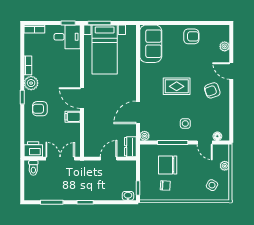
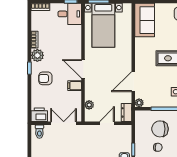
plant: (89, 138) -> (89, 105), added

